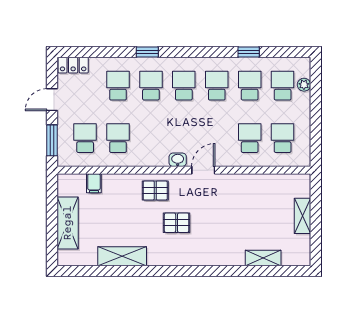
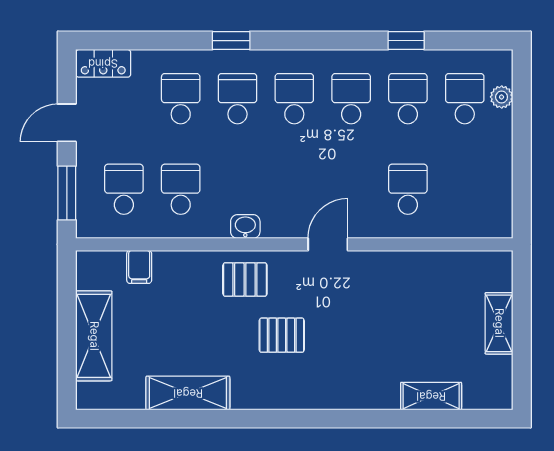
school desk: (283, 138) -> (465, 189), removed
washbasin: (178, 160) -> (245, 227), moved

